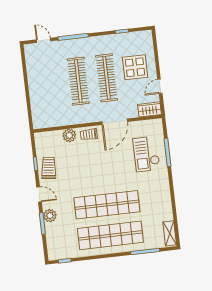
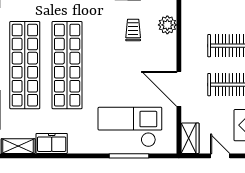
trolley: (89, 134) -> (133, 30), moved
checkout: (146, 154) -> (130, 127), width x1.36, depth x1.21
freezer: (165, 209) -> (52, 143), added

